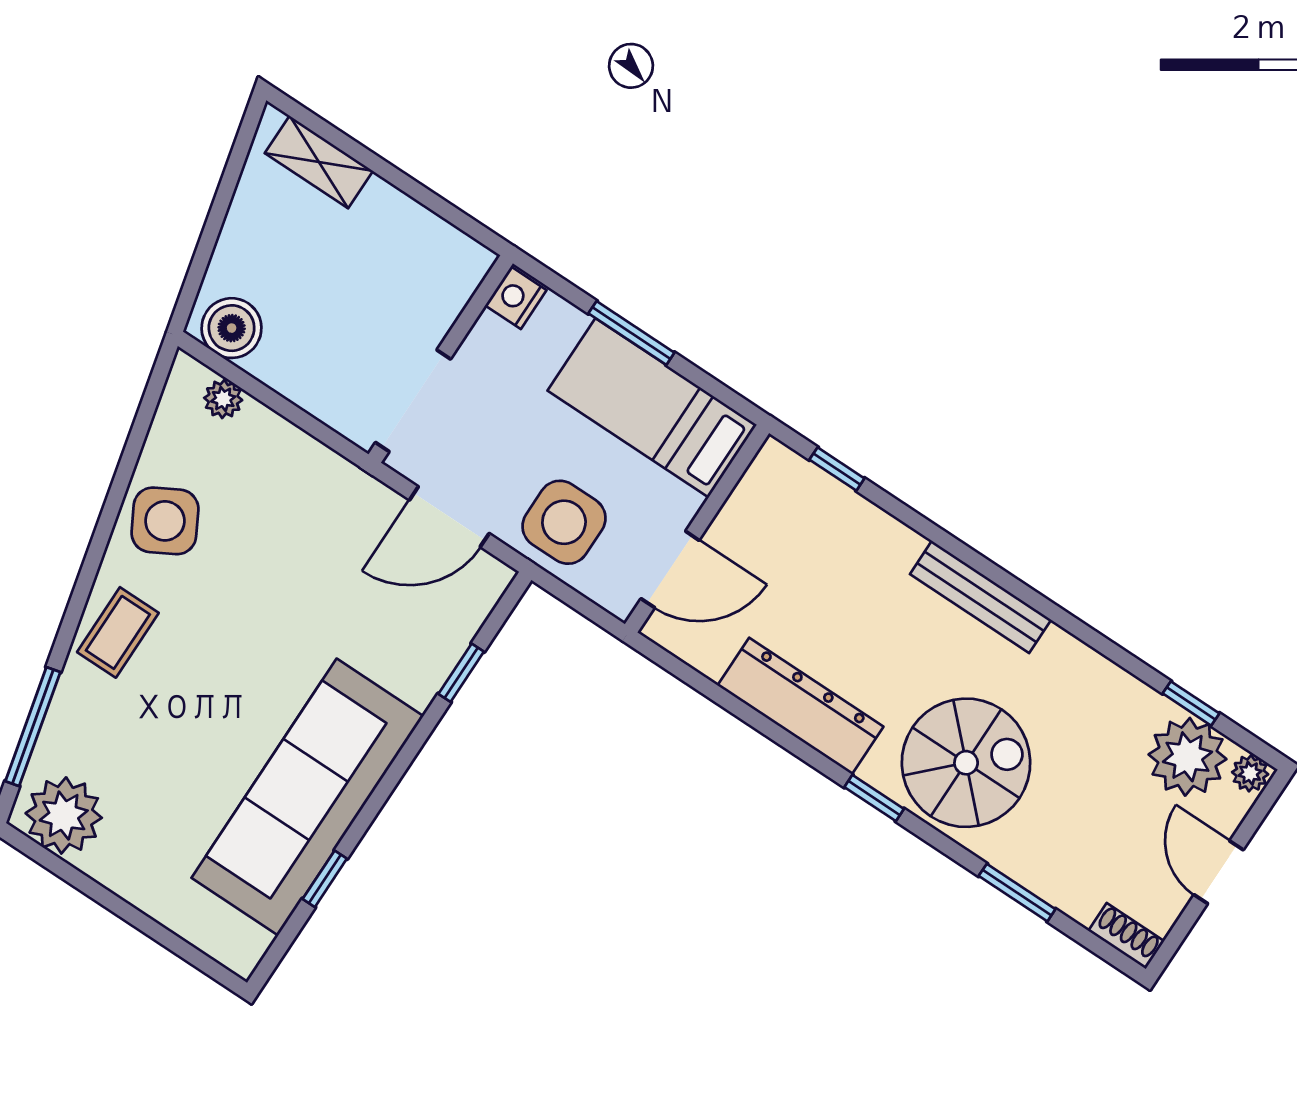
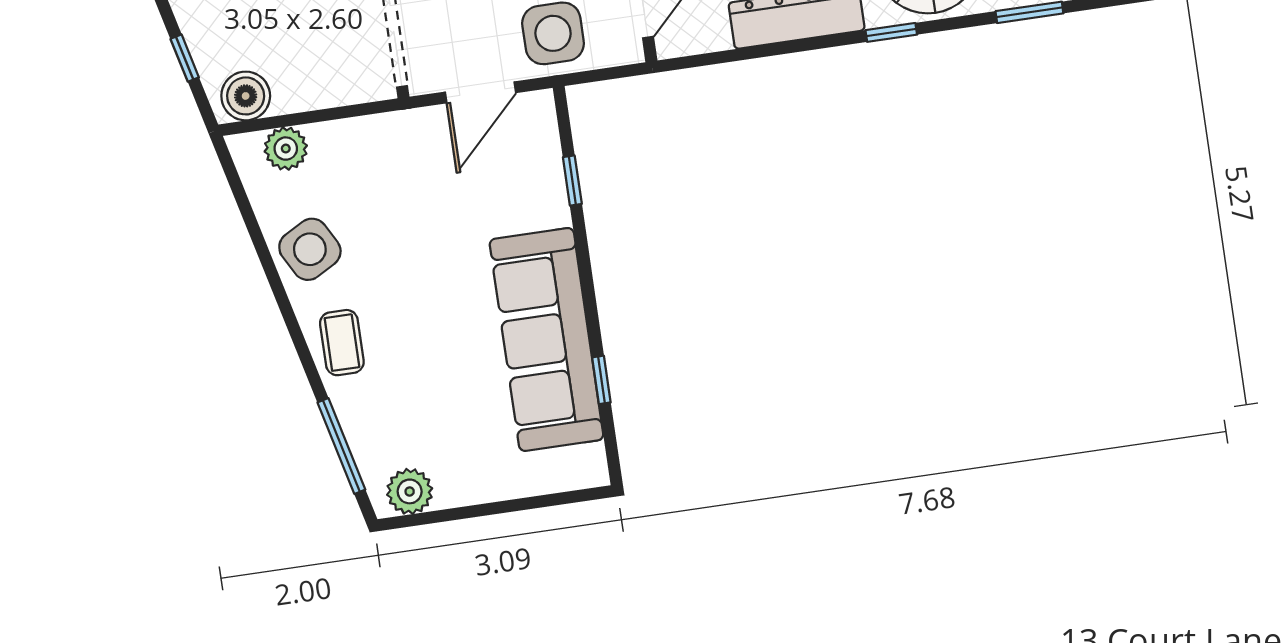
window: (207, 244) -> (185, 58), added
plant: (223, 399) -> (286, 149), width x1.38, depth x1.38
plant: (64, 815) -> (410, 491), width x0.73, depth x0.73

